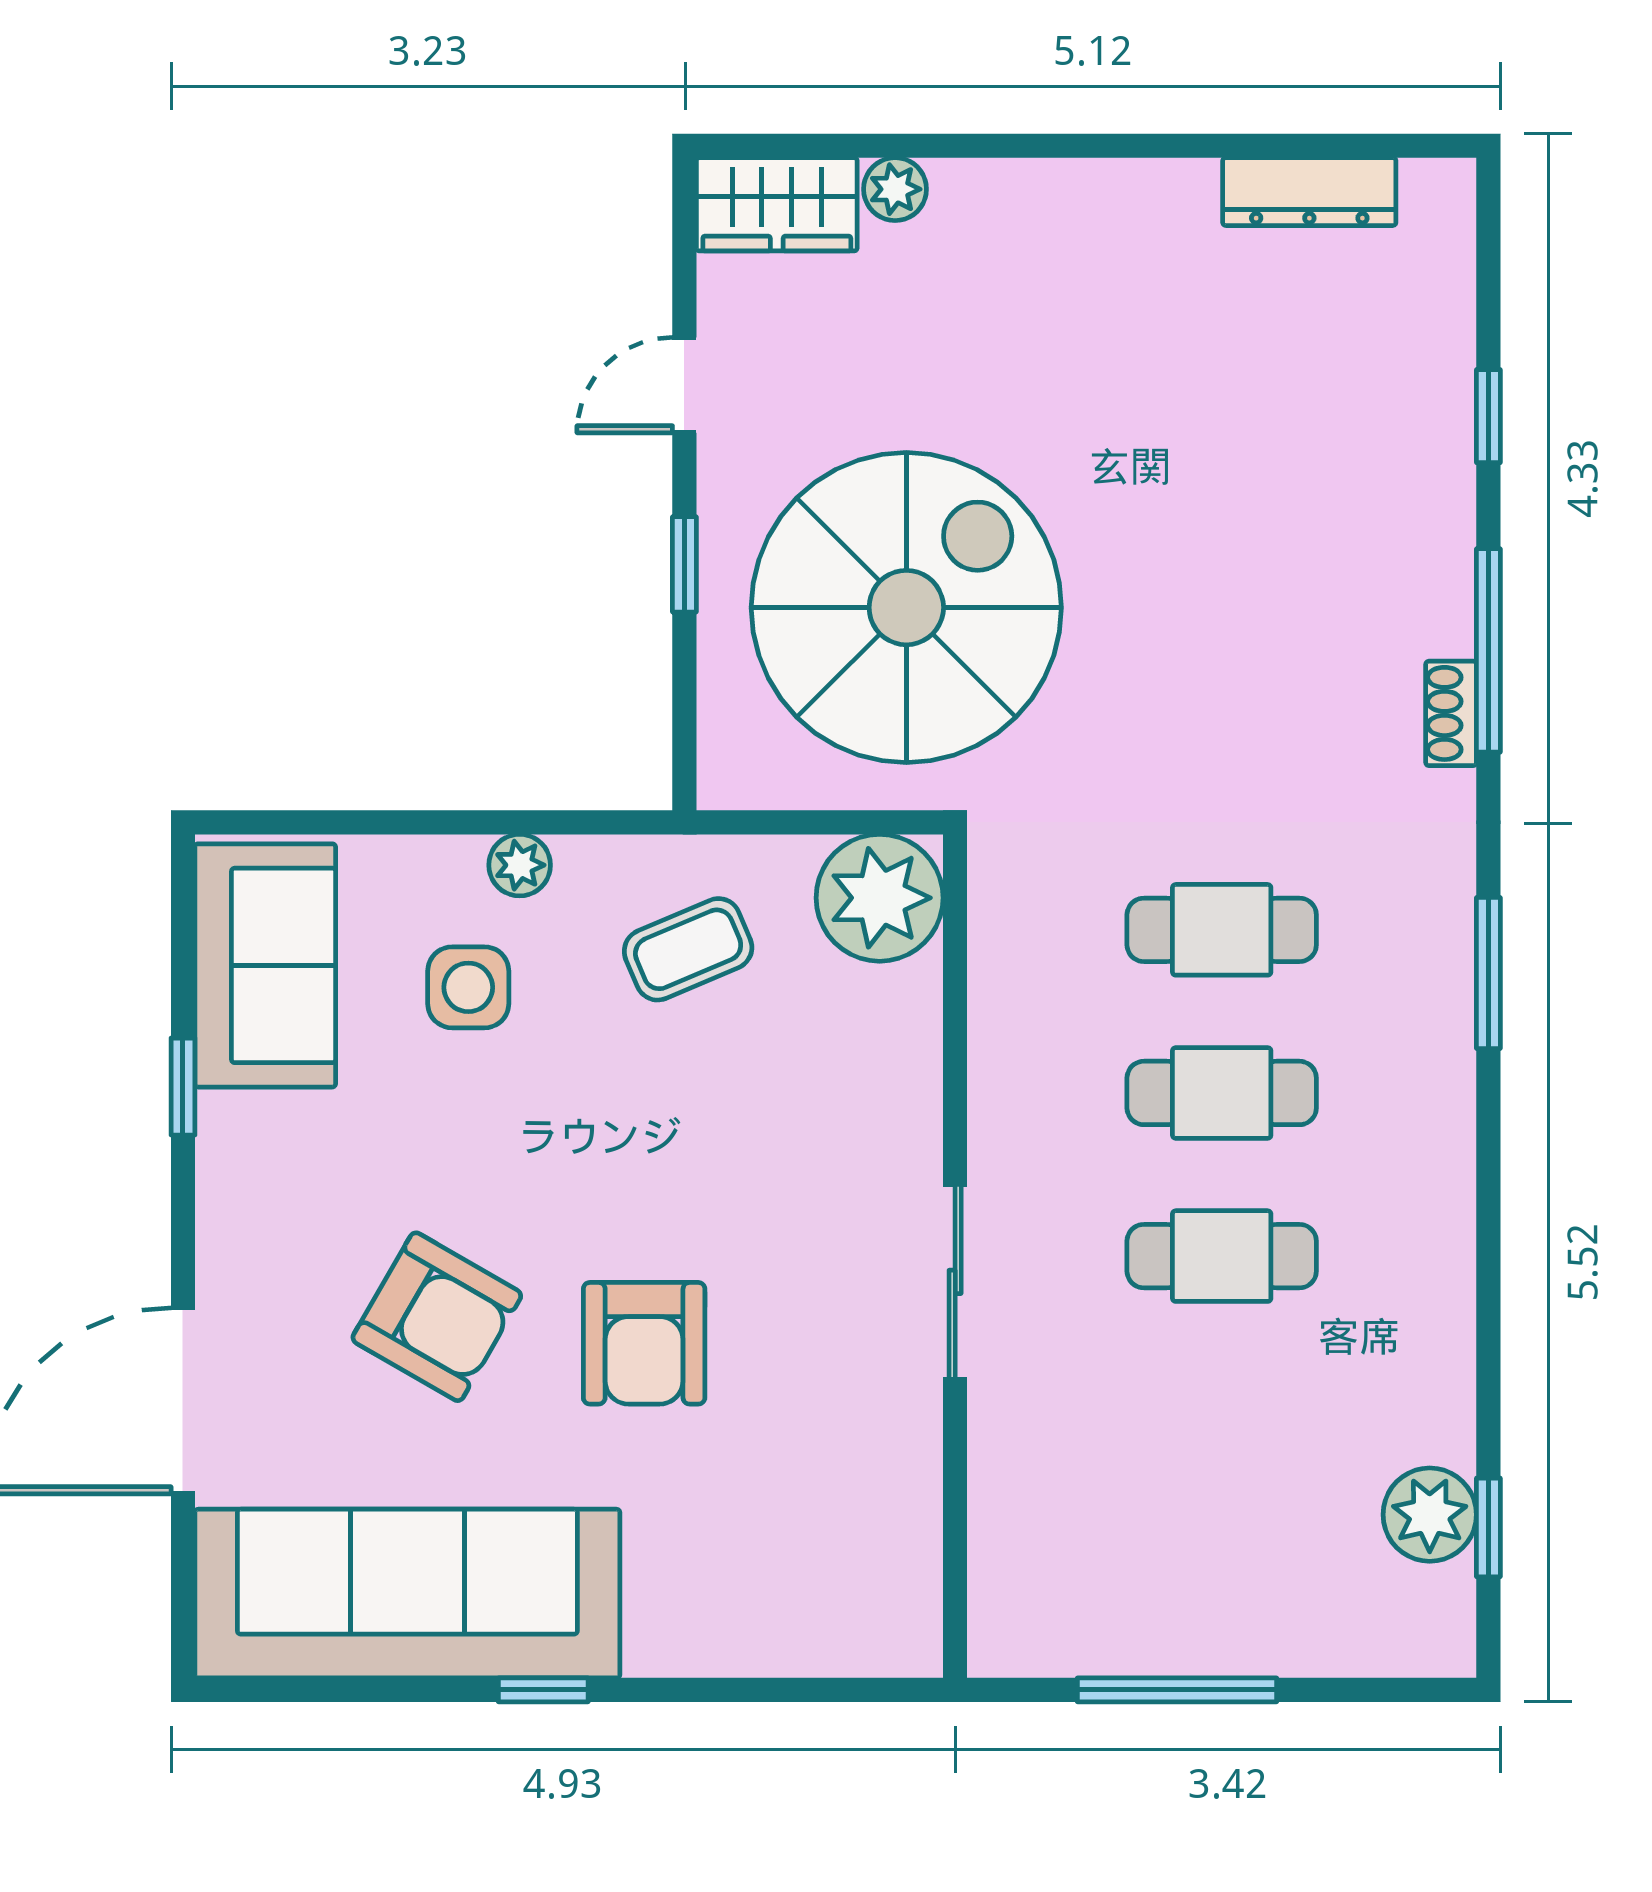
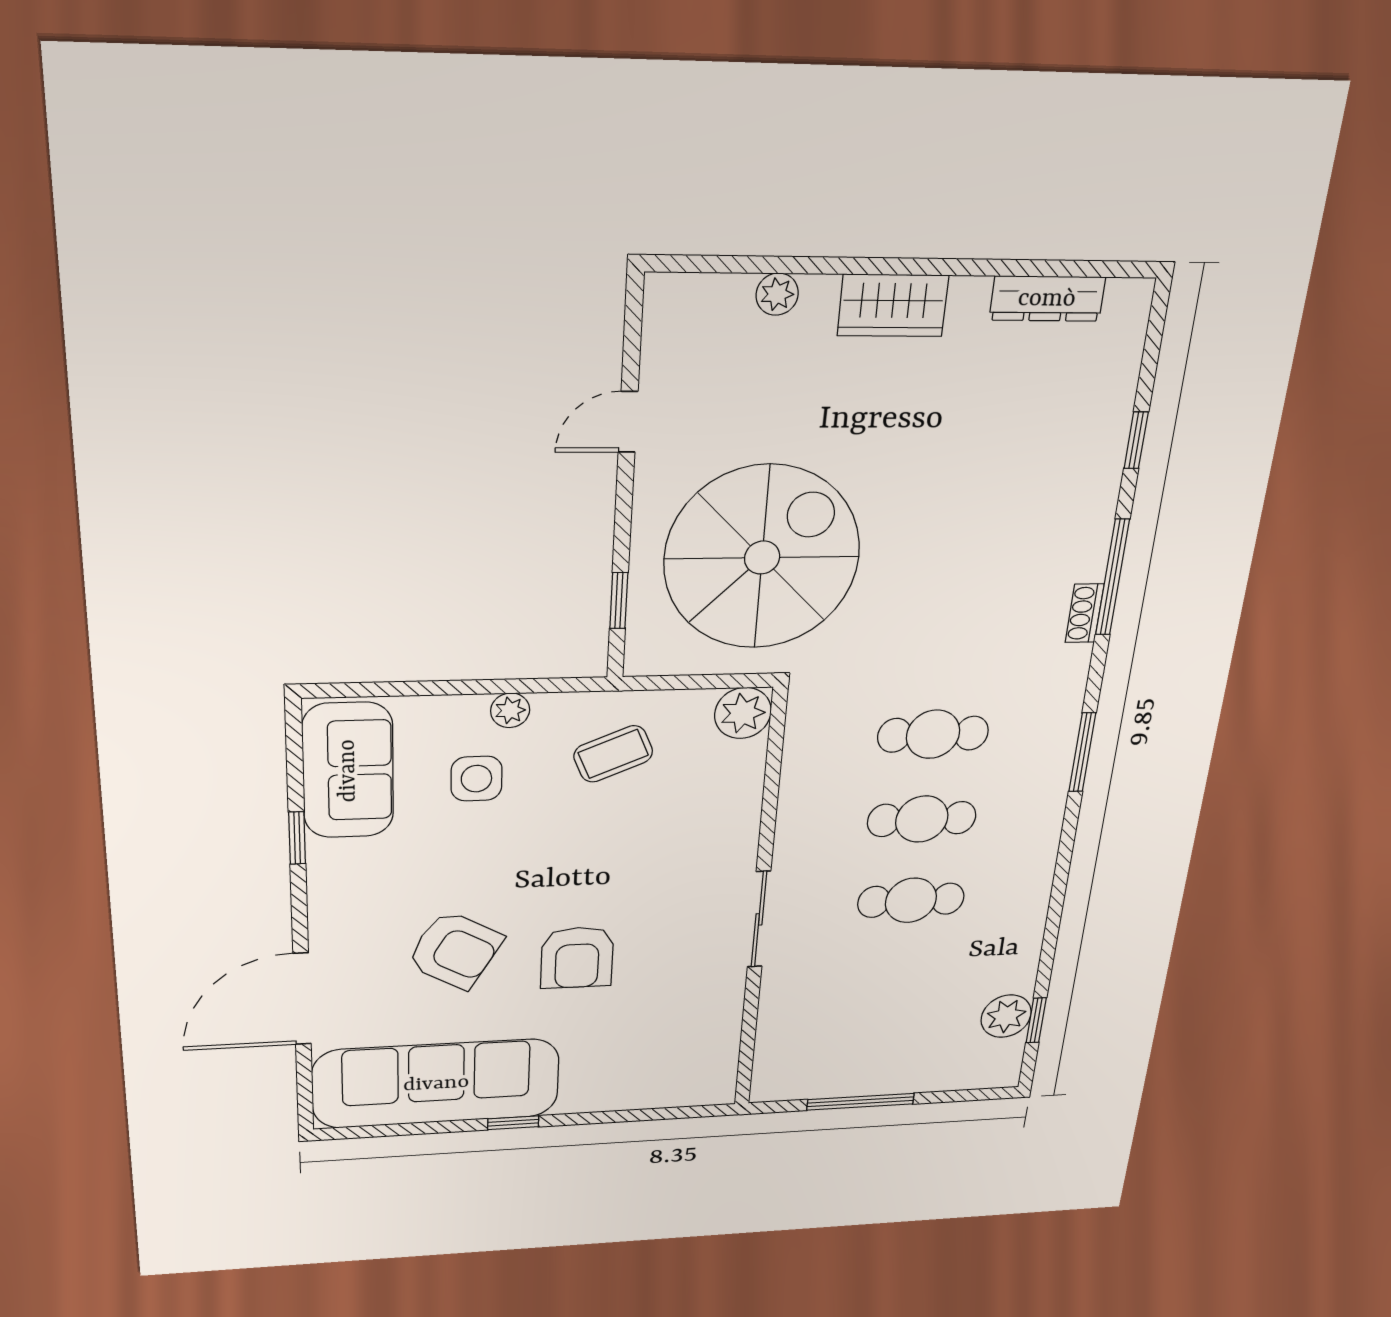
wardrobe: (777, 204) -> (893, 305), moved
window: (684, 564) -> (619, 601), moved
plant: (880, 898) -> (743, 713), width x0.73, depth x0.73

